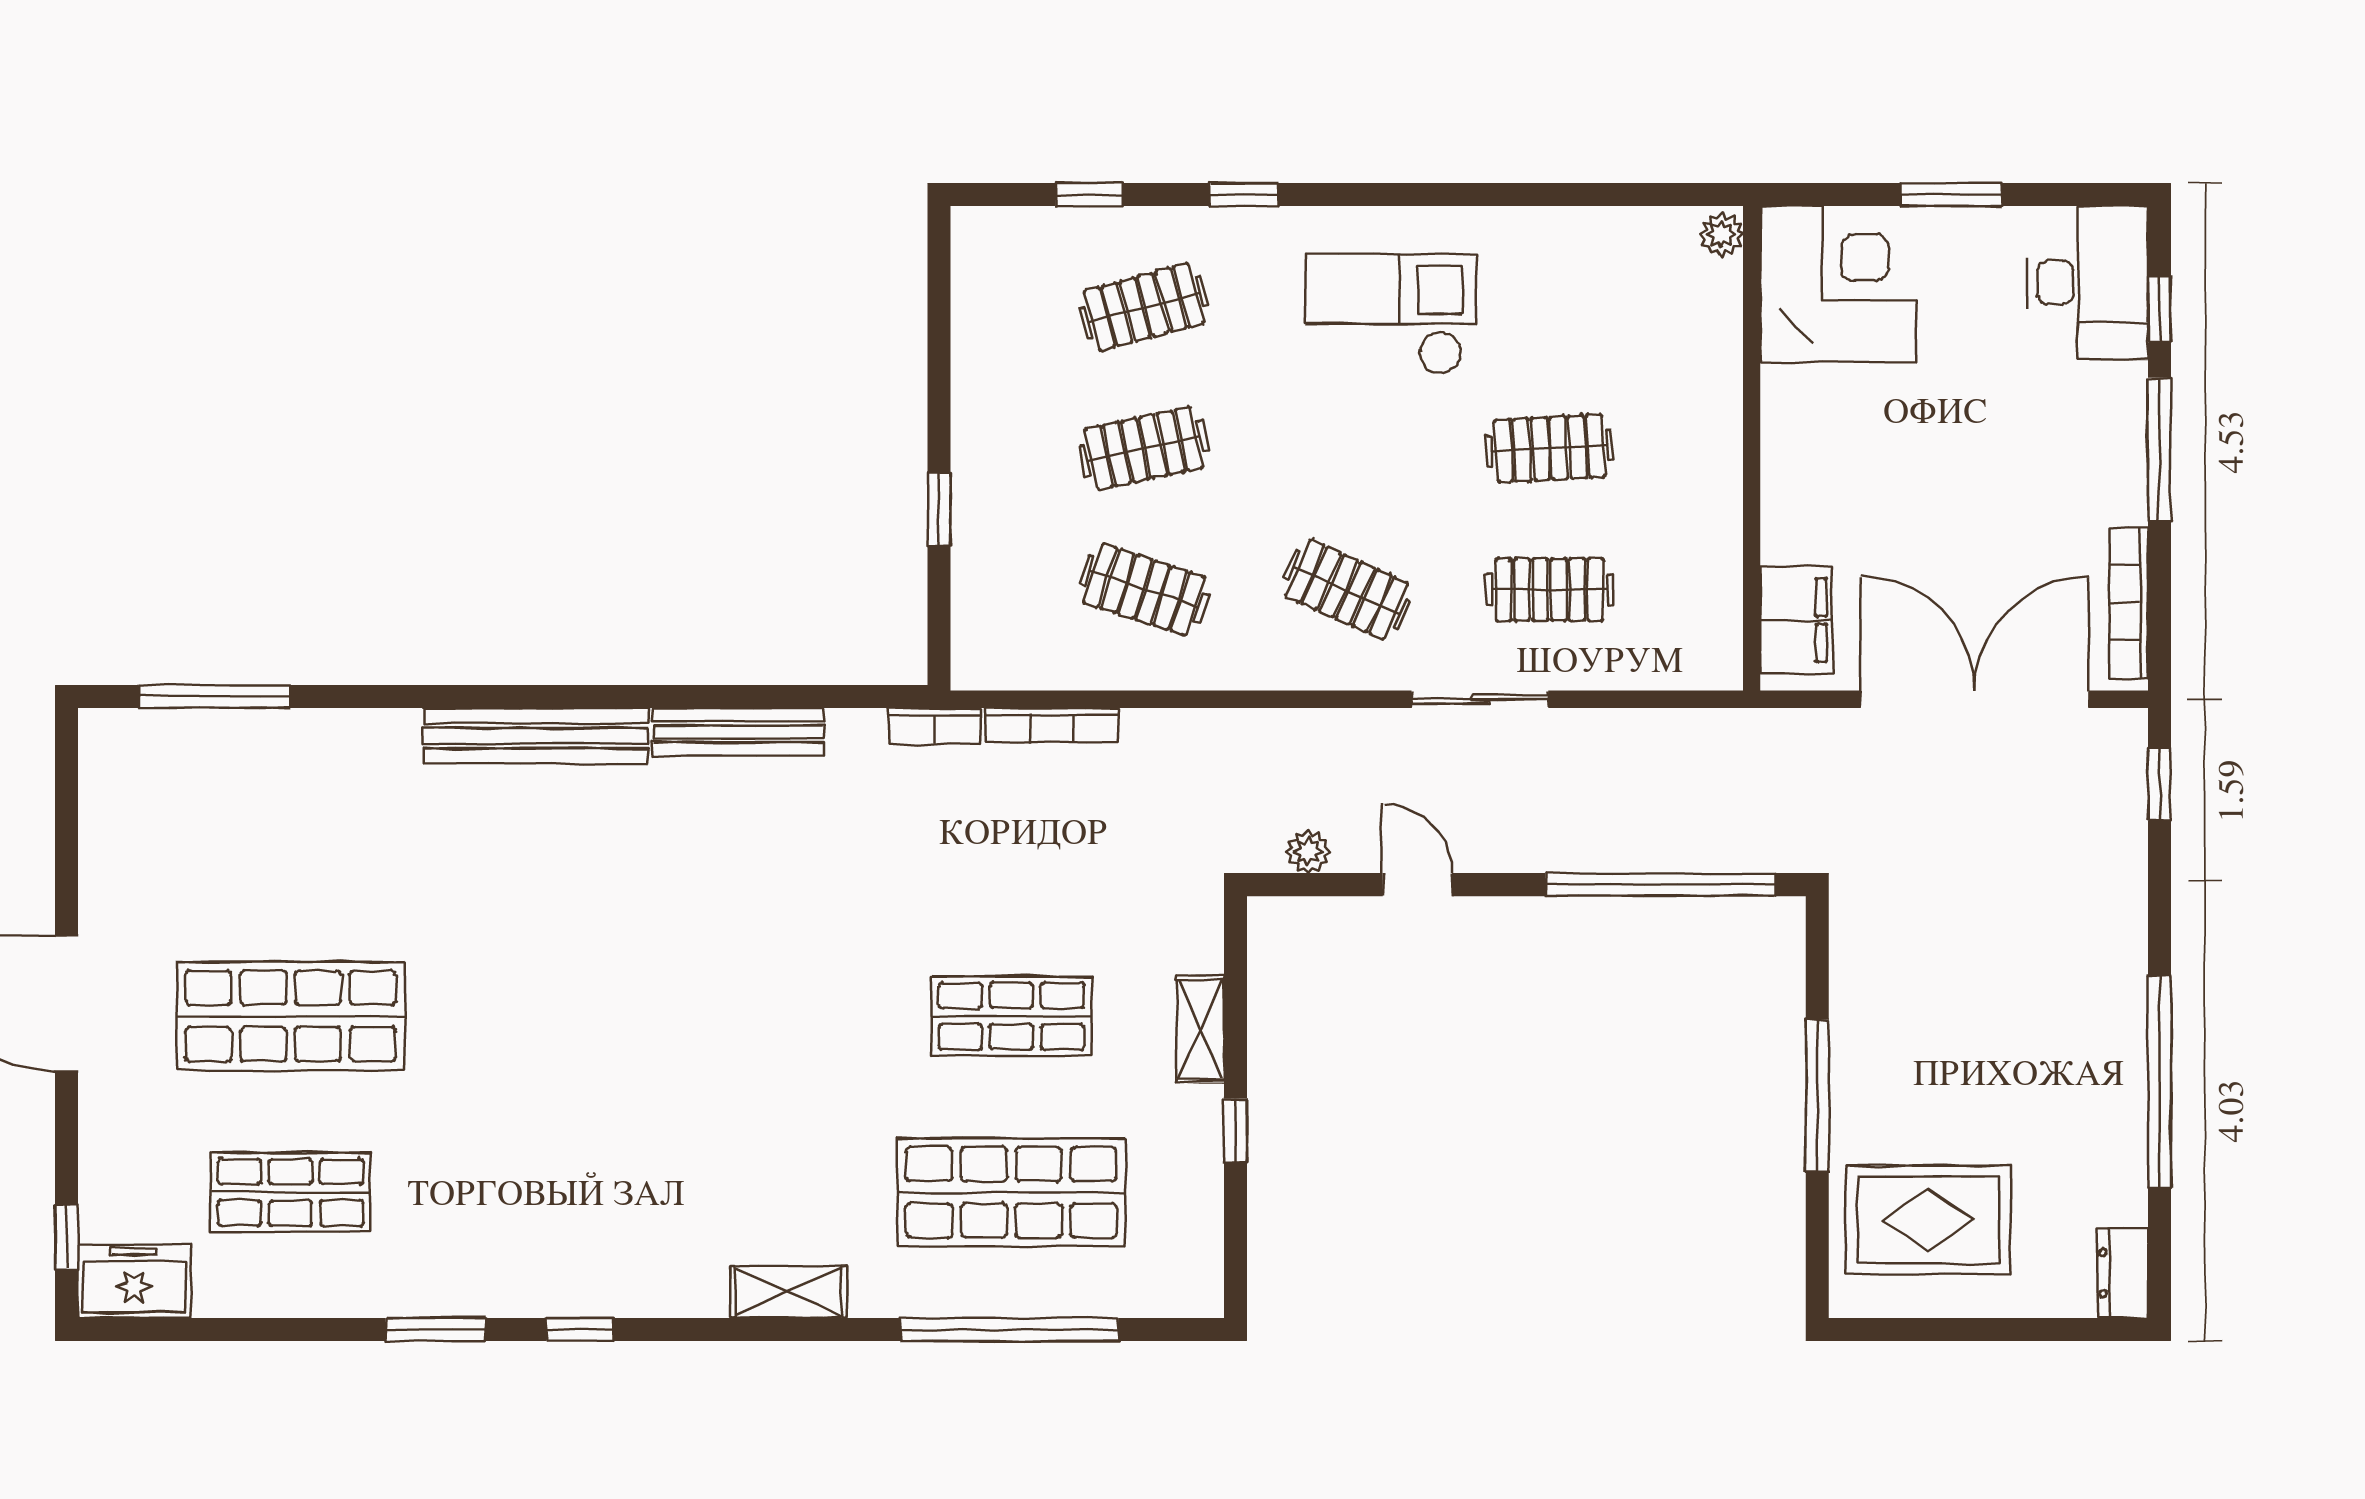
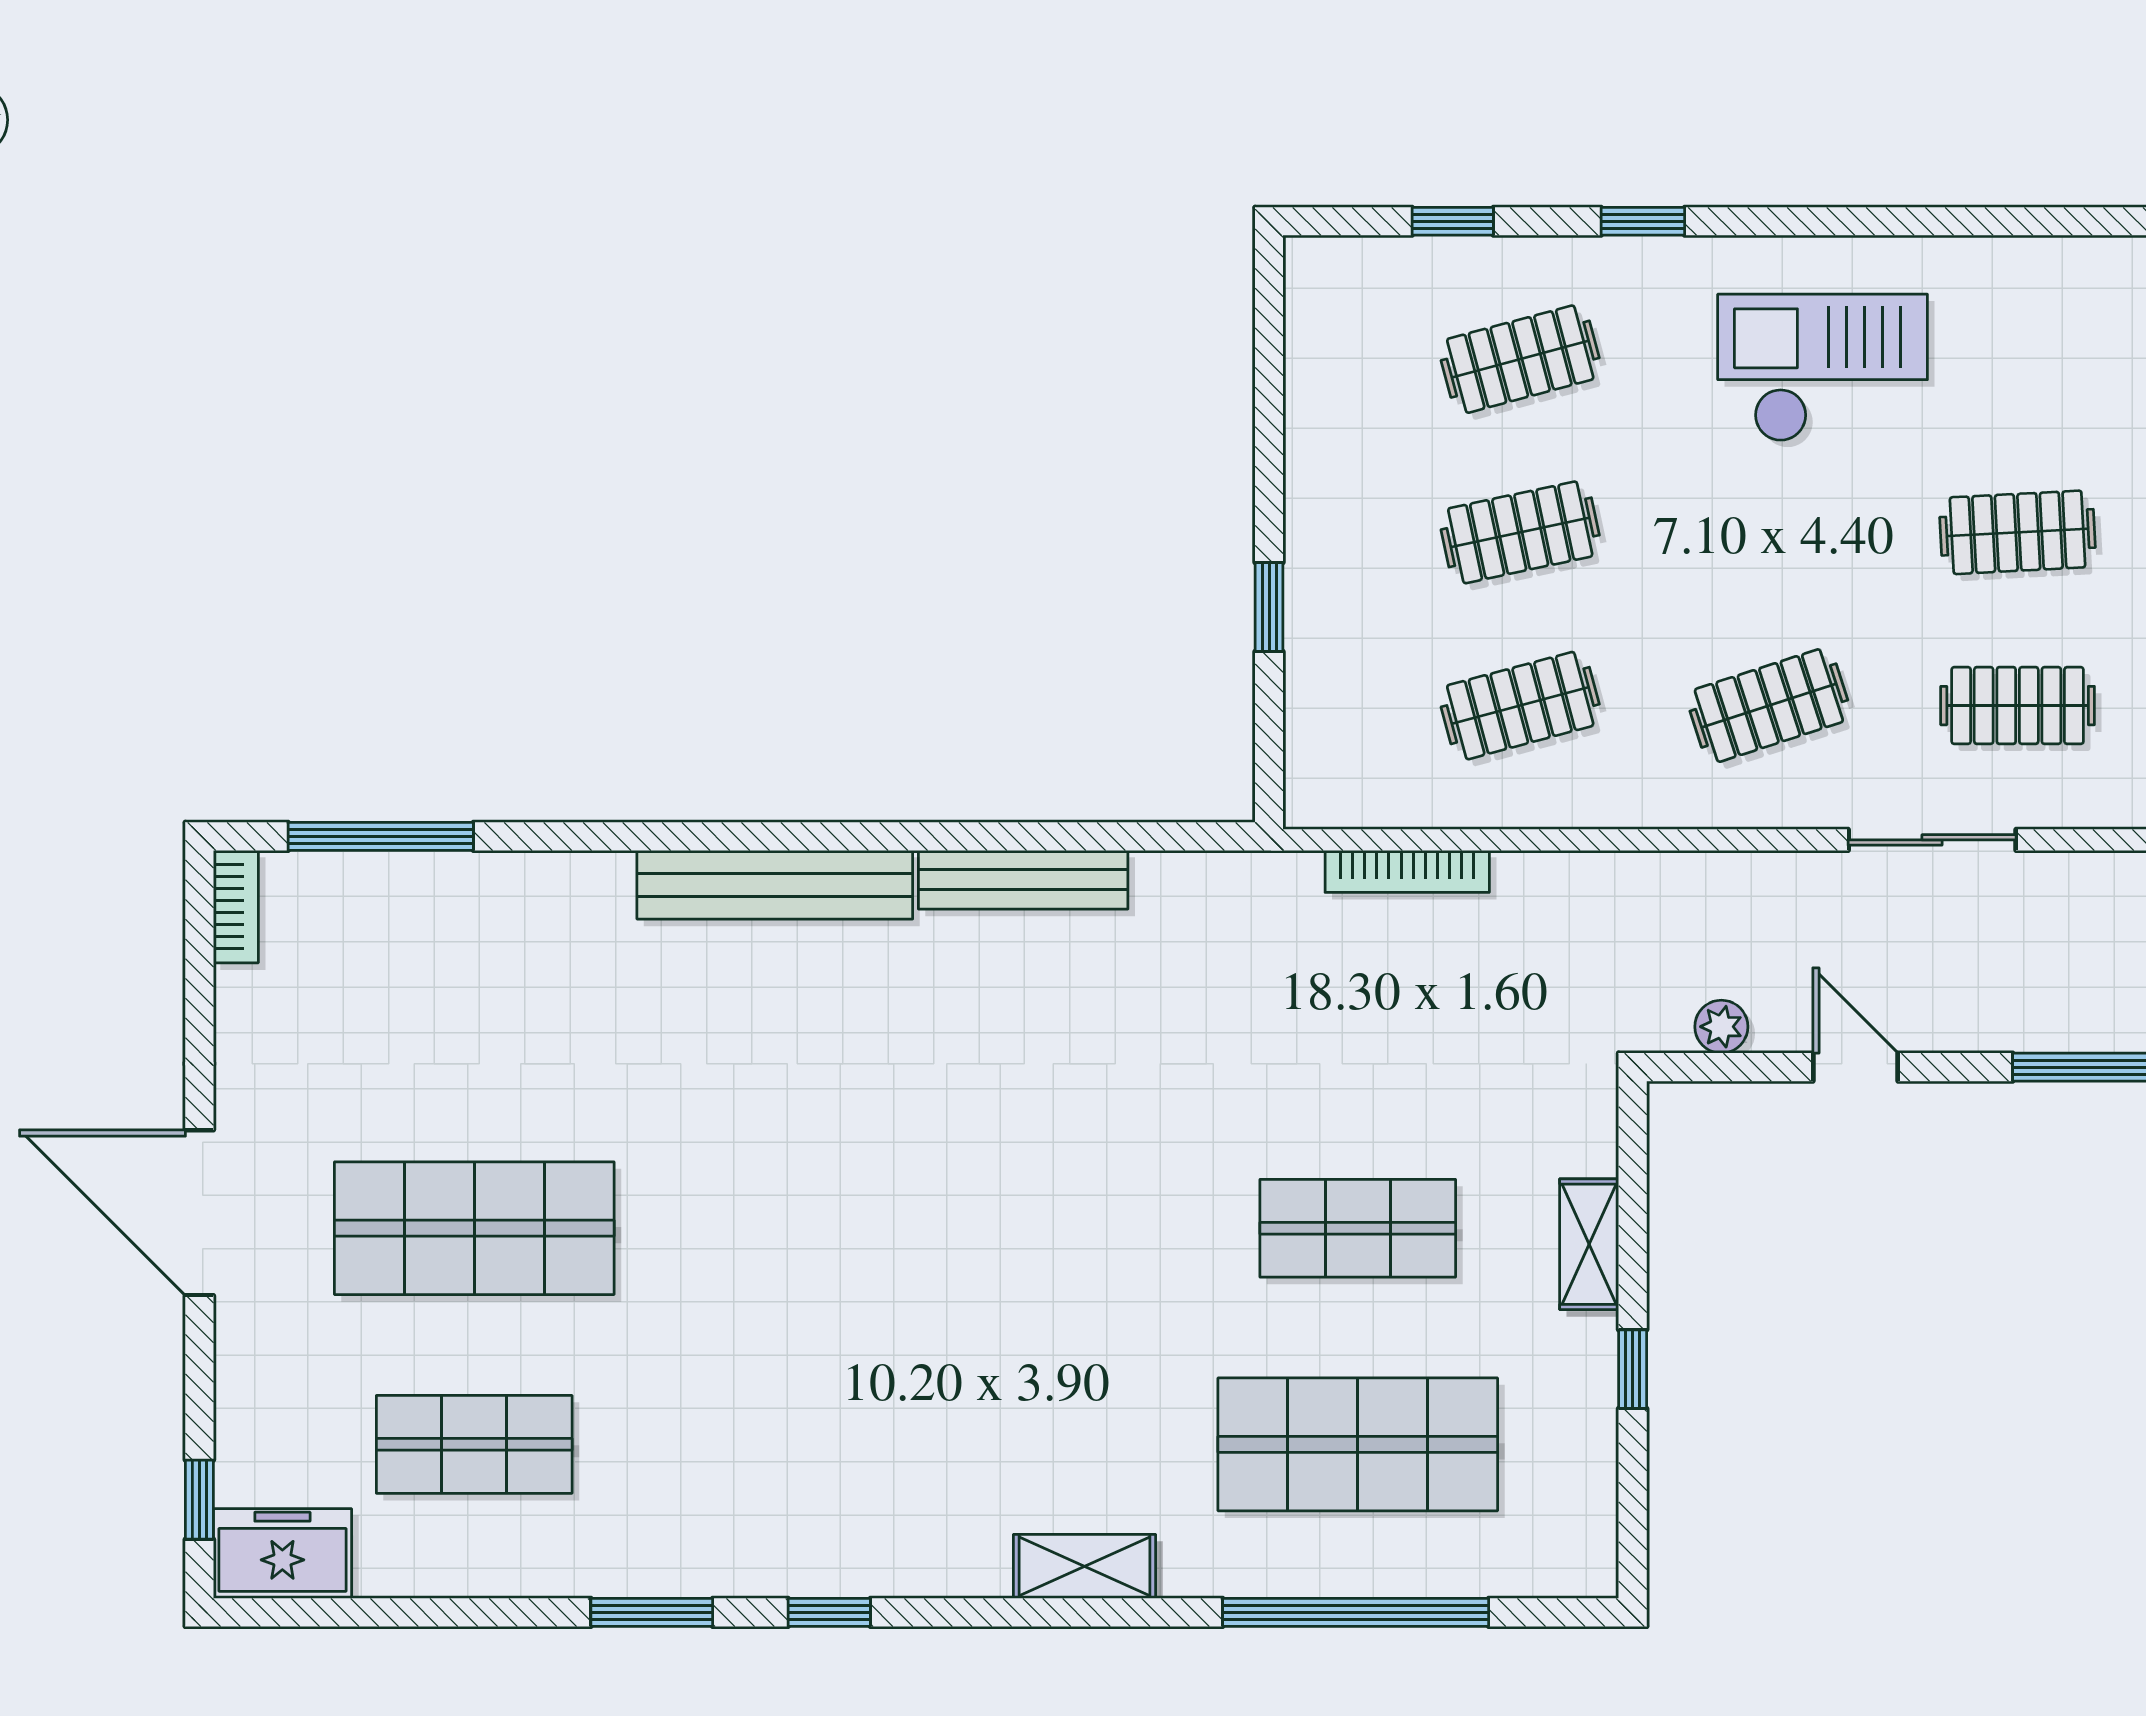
clothes rail: (1144, 590) -> (1520, 706), turned -33
clothes rail: (1347, 590) -> (1769, 706), turned -42
bookcase: (934, 726) -> (236, 907), moved, turned -90

